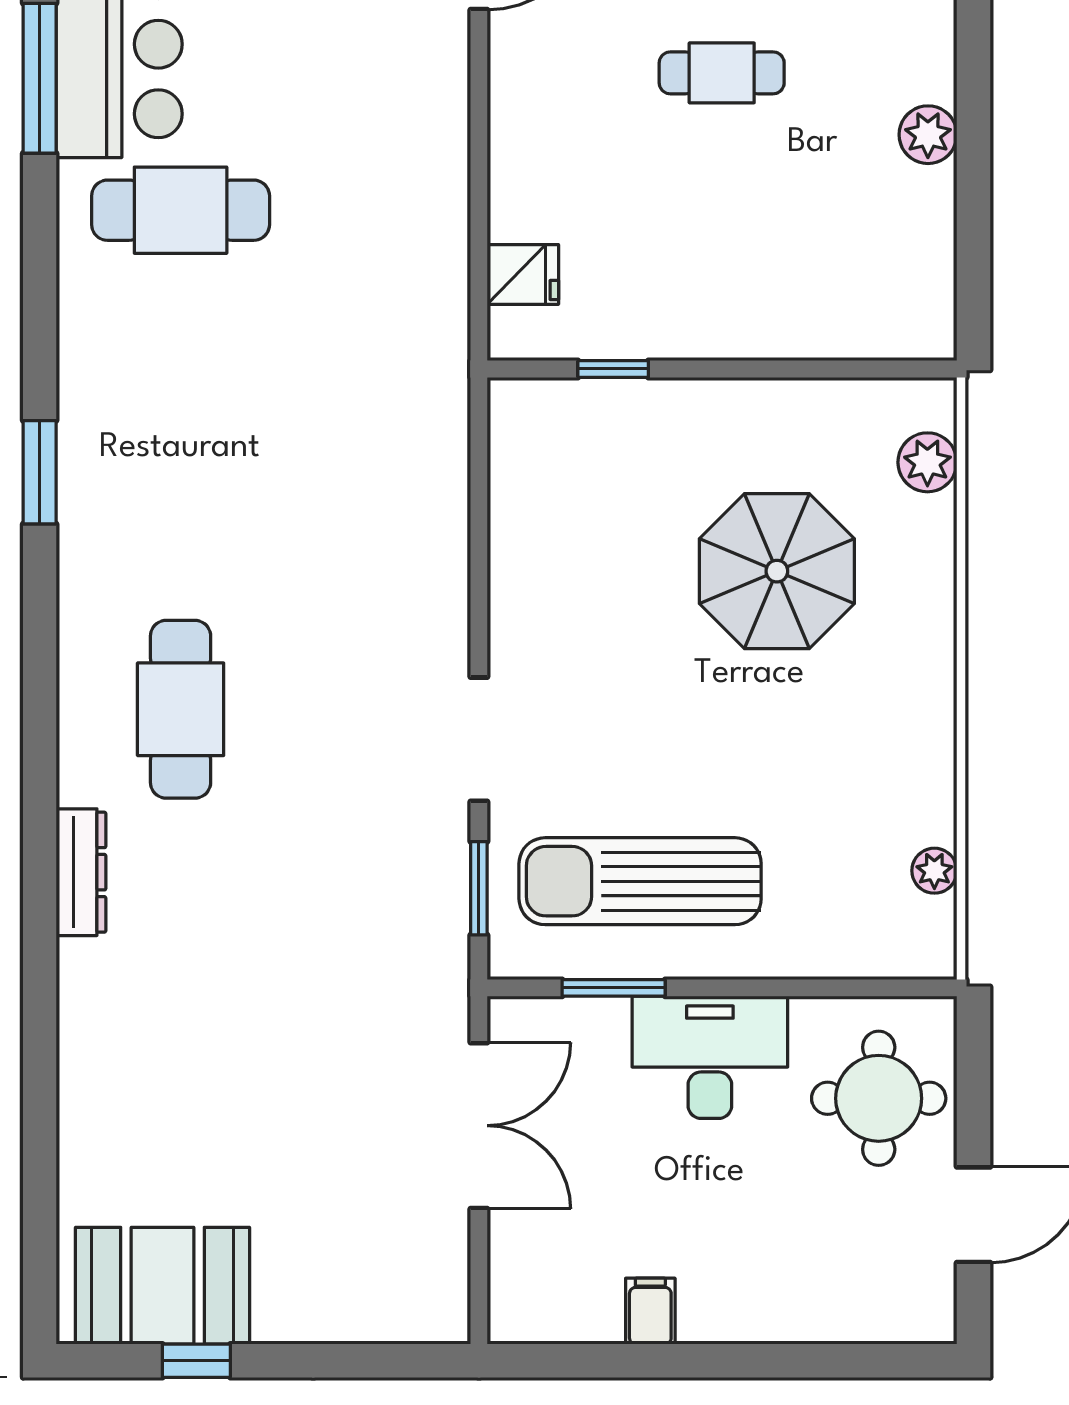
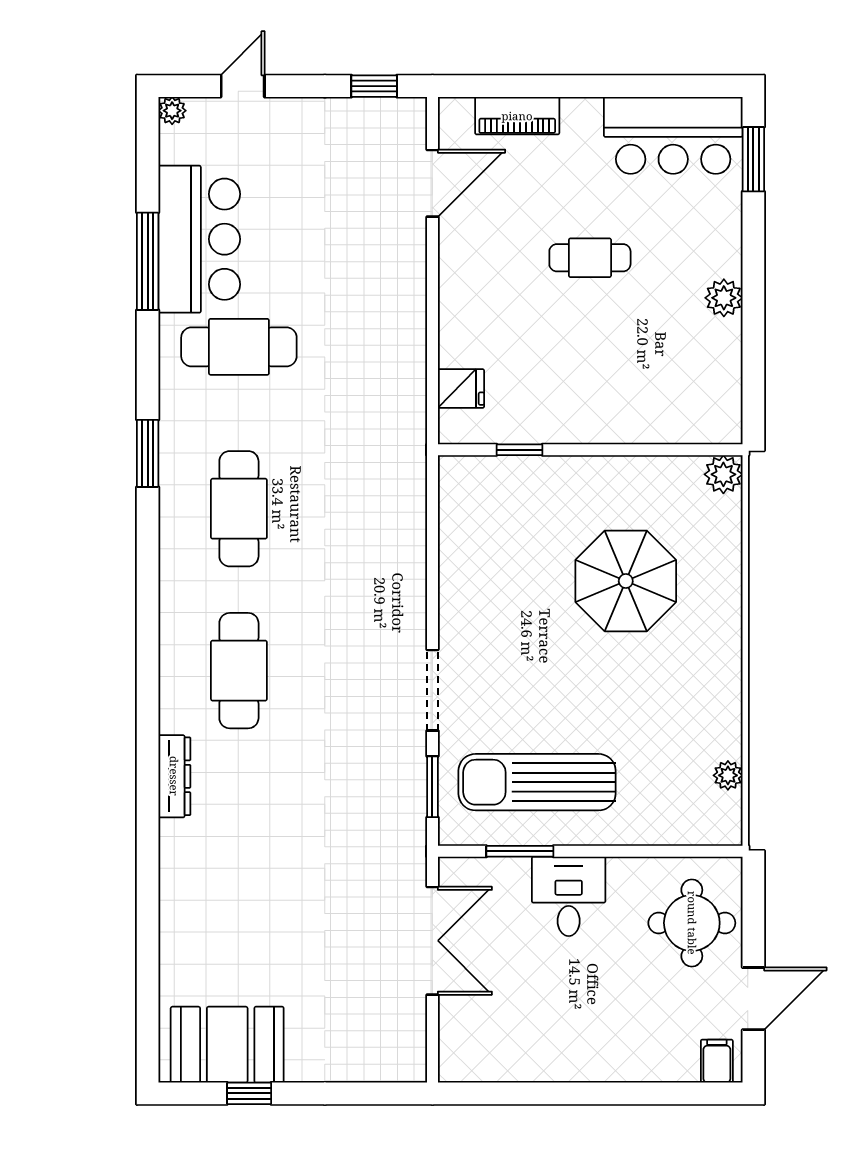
cafe table: (181, 460) -> (239, 509), added
plant: (927, 462) -> (723, 474), moved
window: (40, 472) -> (148, 453), moved
desk: (710, 1057) -> (569, 896), width x0.73
filing cabinet: (650, 1311) -> (717, 1061), moved

